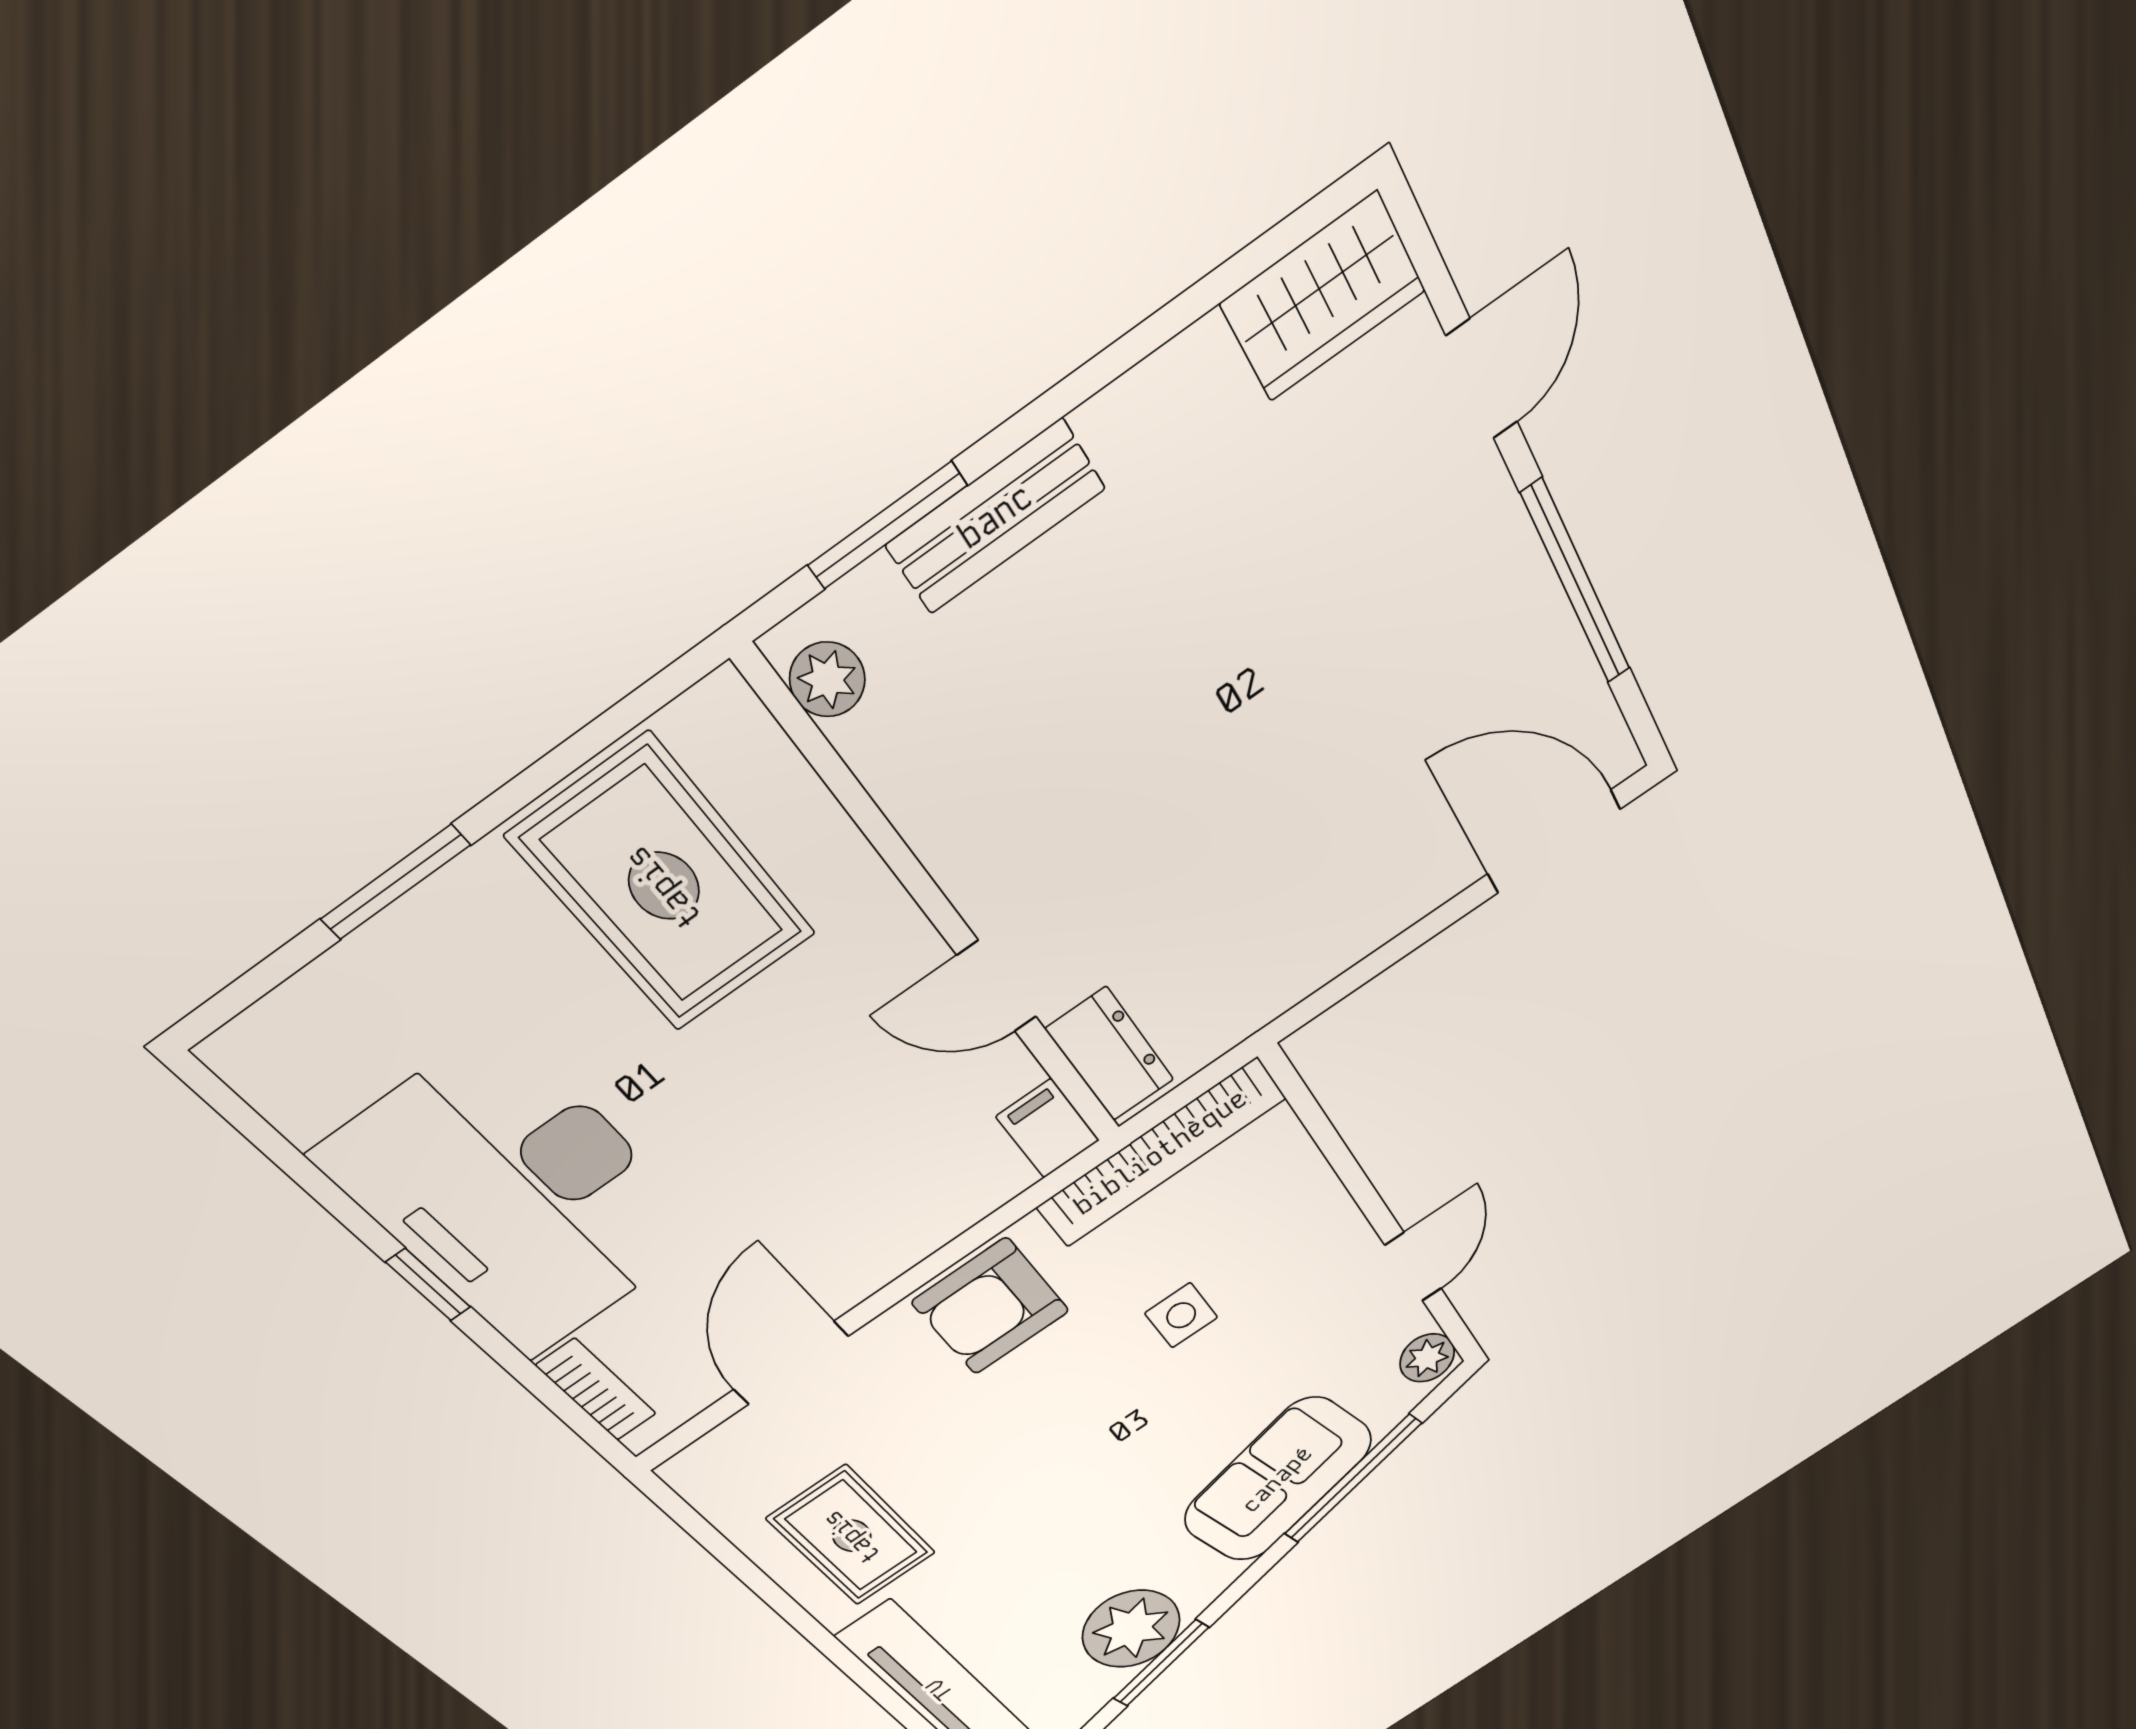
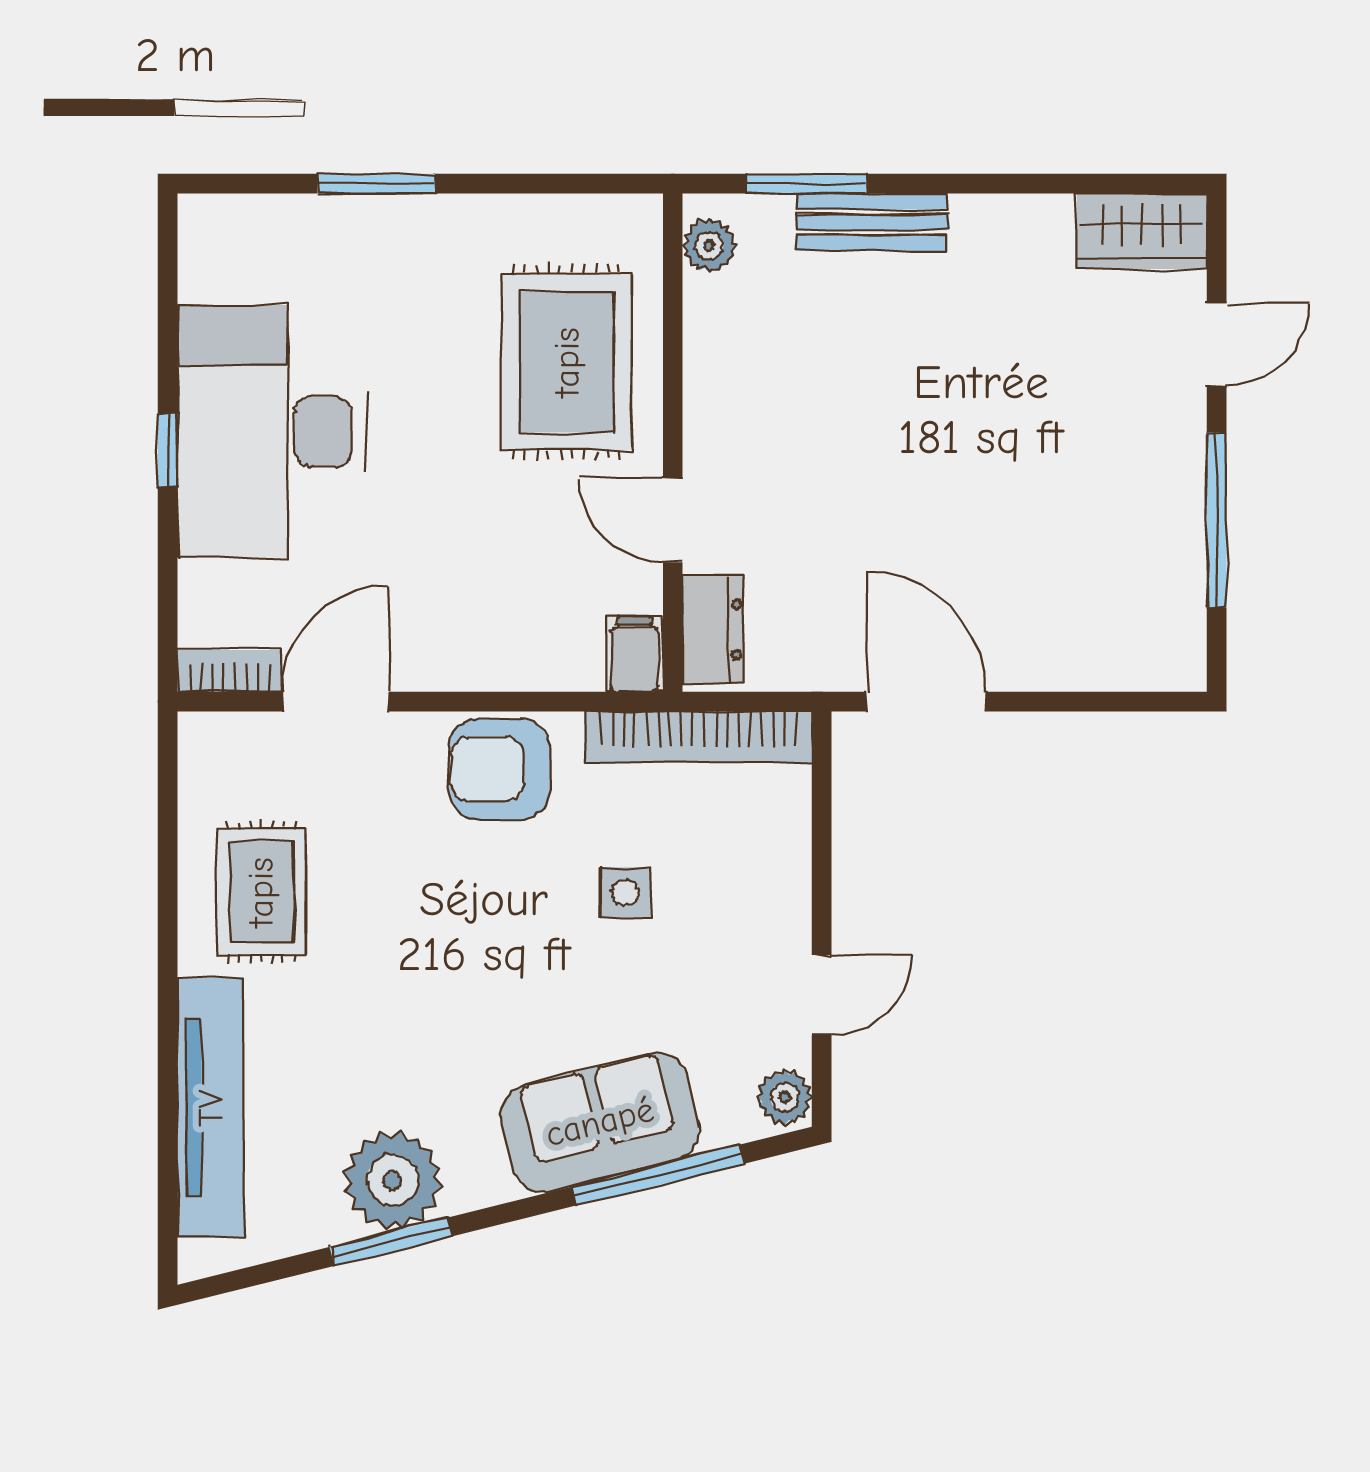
door: (1554, 842) -> (926, 702), moved
rug: (664, 886) -> (567, 362), moved
bookcase: (596, 1390) -> (230, 671), moved, turned -90

